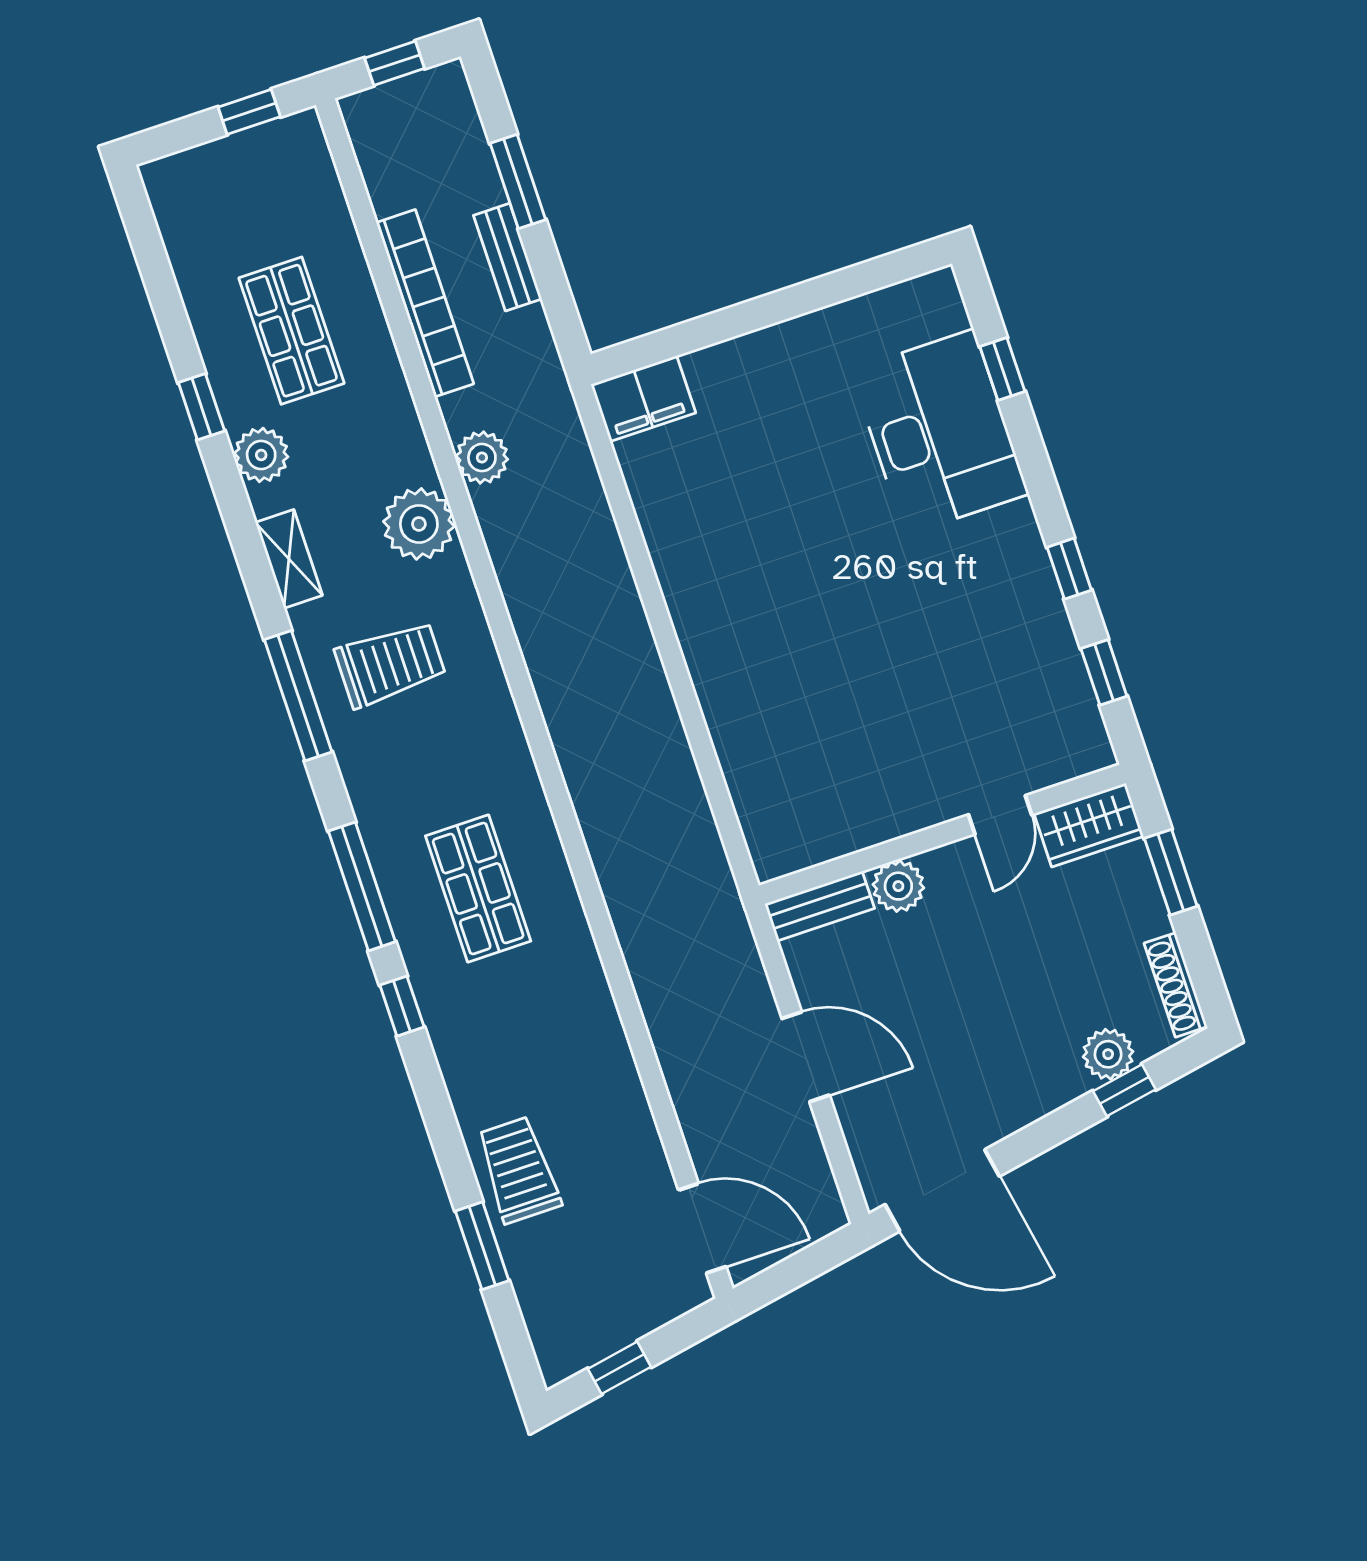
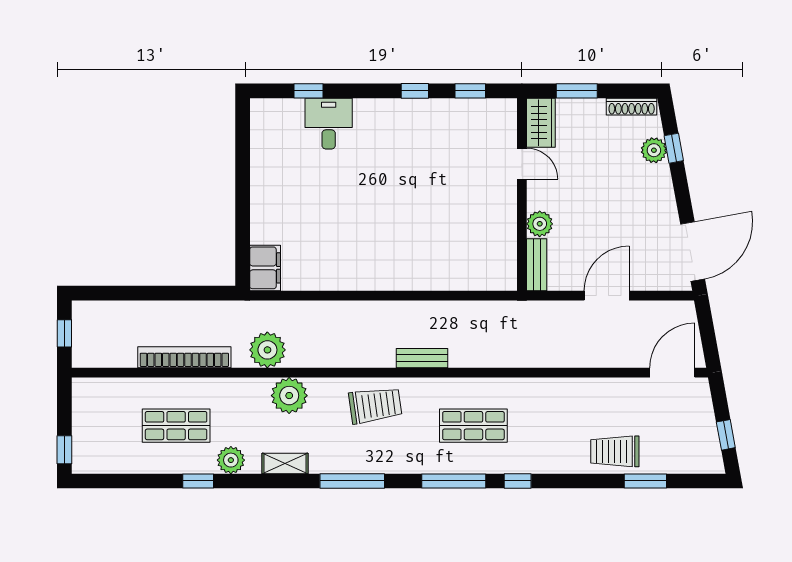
window: (249, 112) -> (64, 450), moved
window: (518, 181) -> (141, 293), removed
bench: (508, 257) -> (422, 358), moved
desk: (939, 432) -> (329, 124), width x0.53, depth x0.77
plant: (482, 458) -> (267, 350), width x1.36, depth x1.36
trolley: (390, 664) -> (375, 405), moved, turned 82

